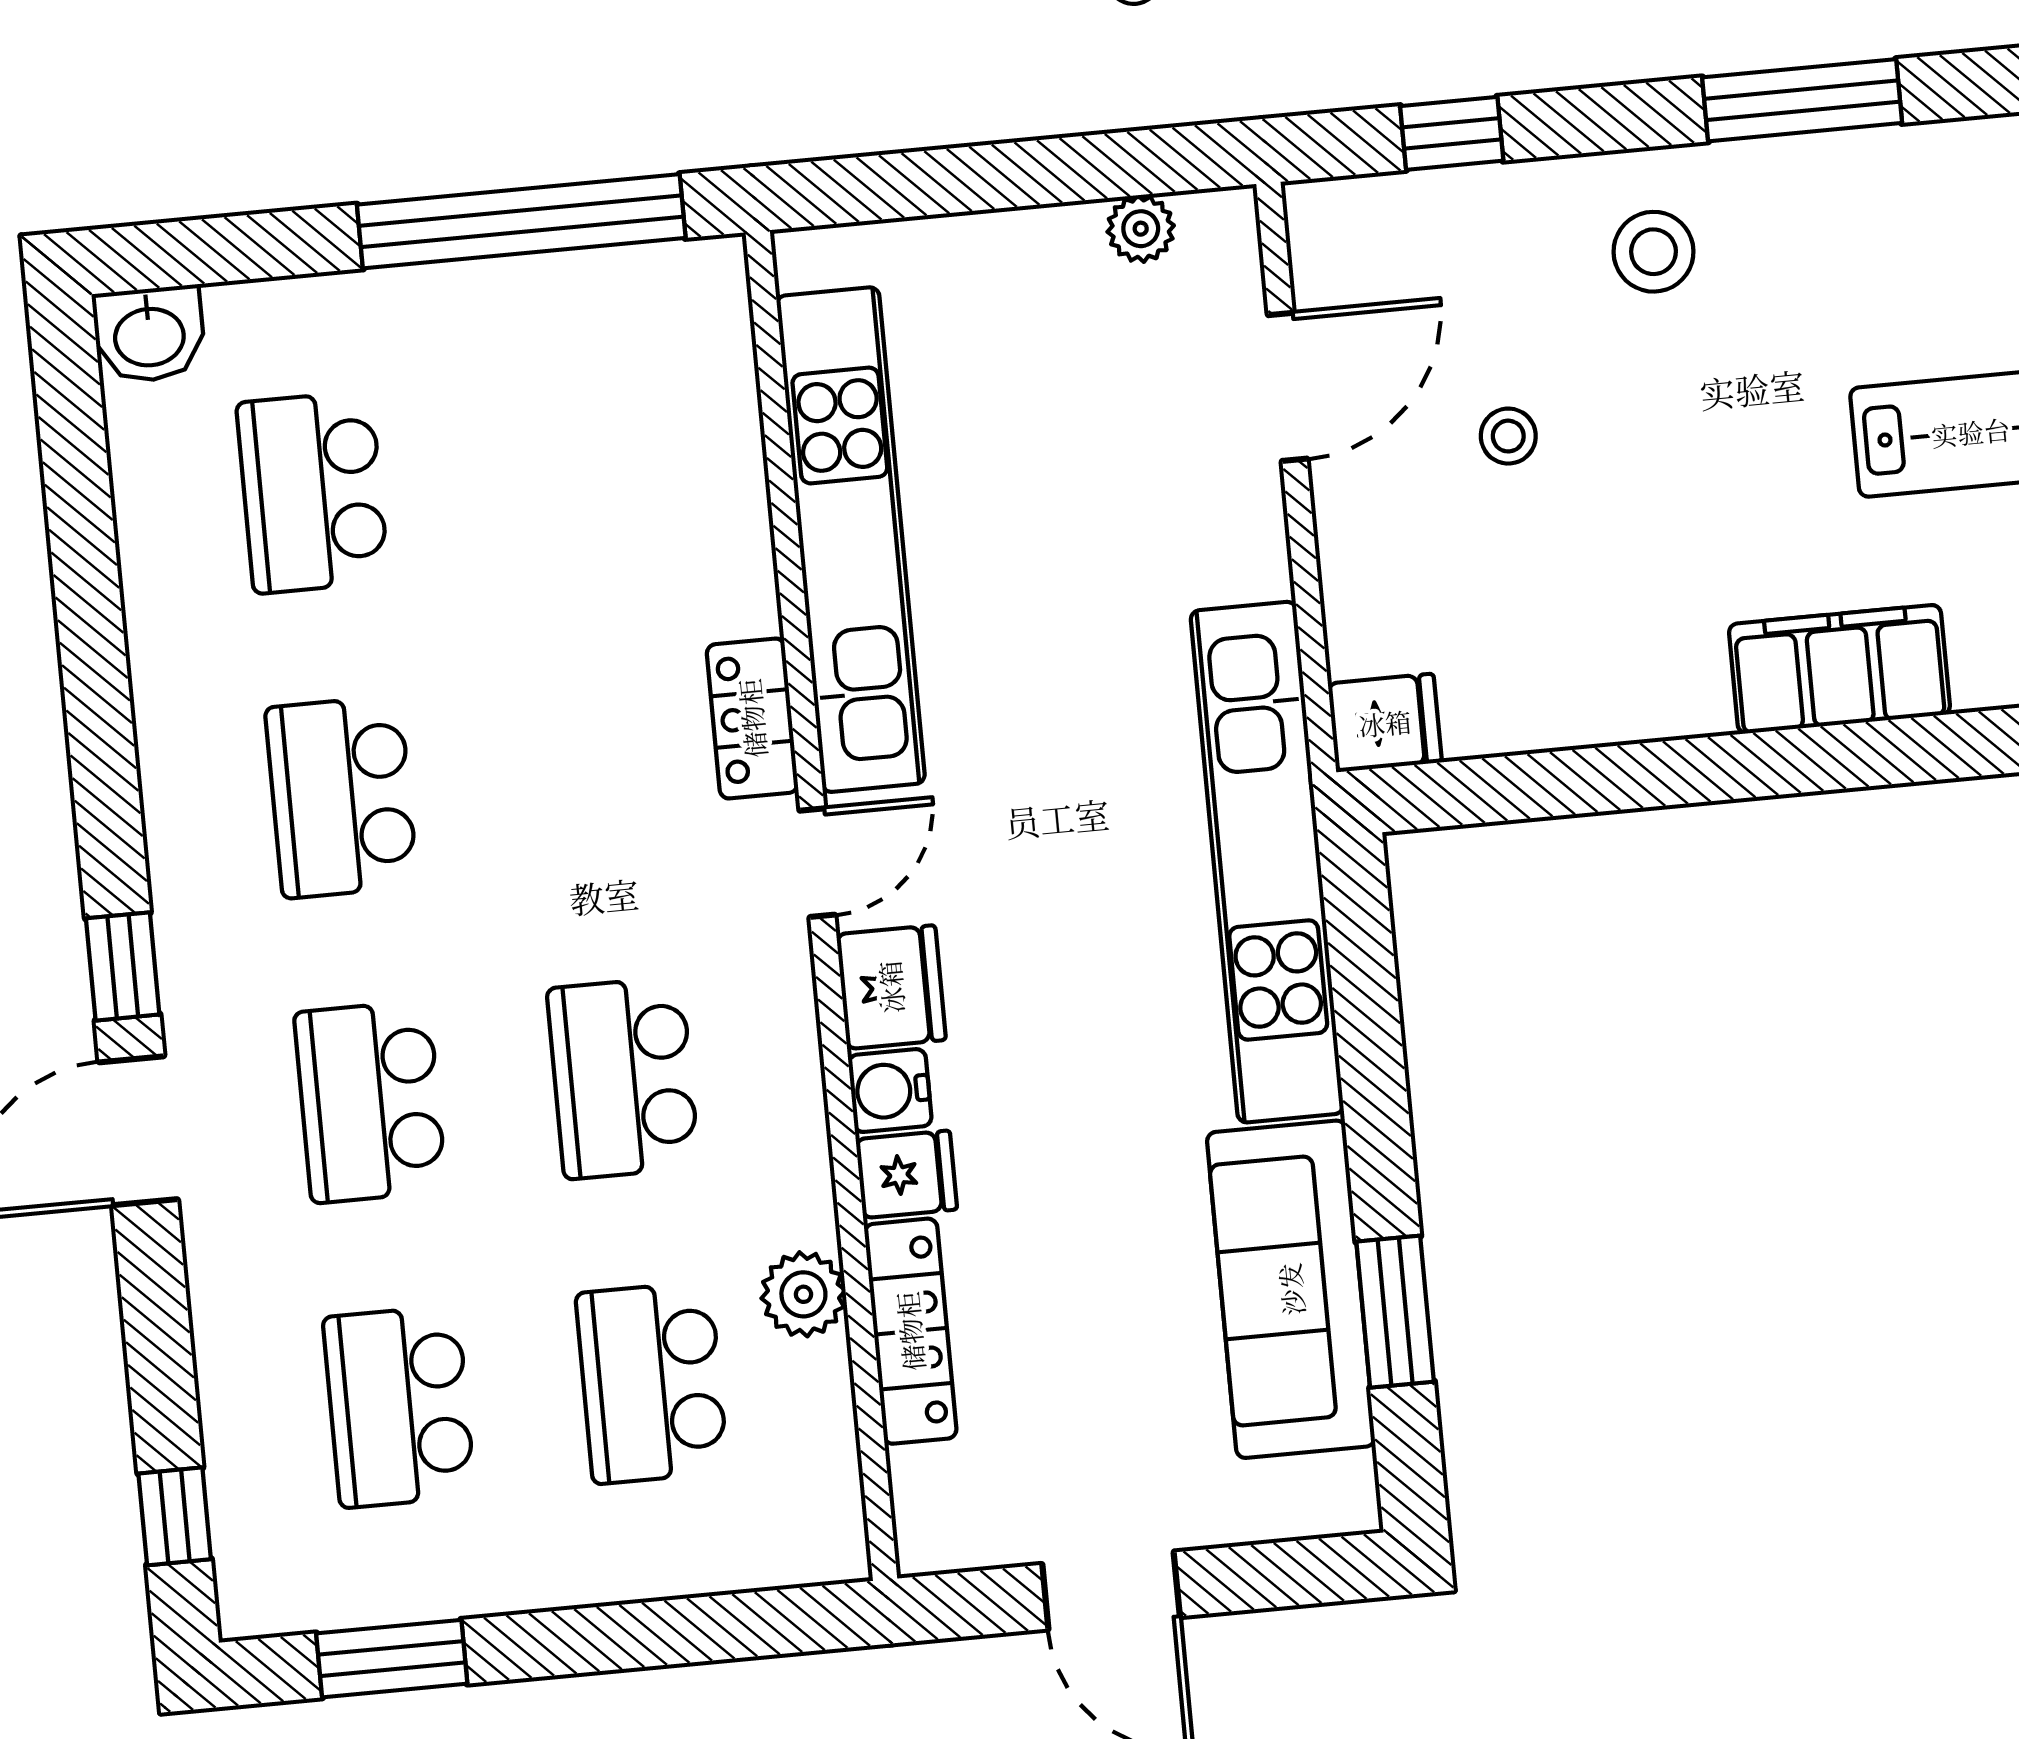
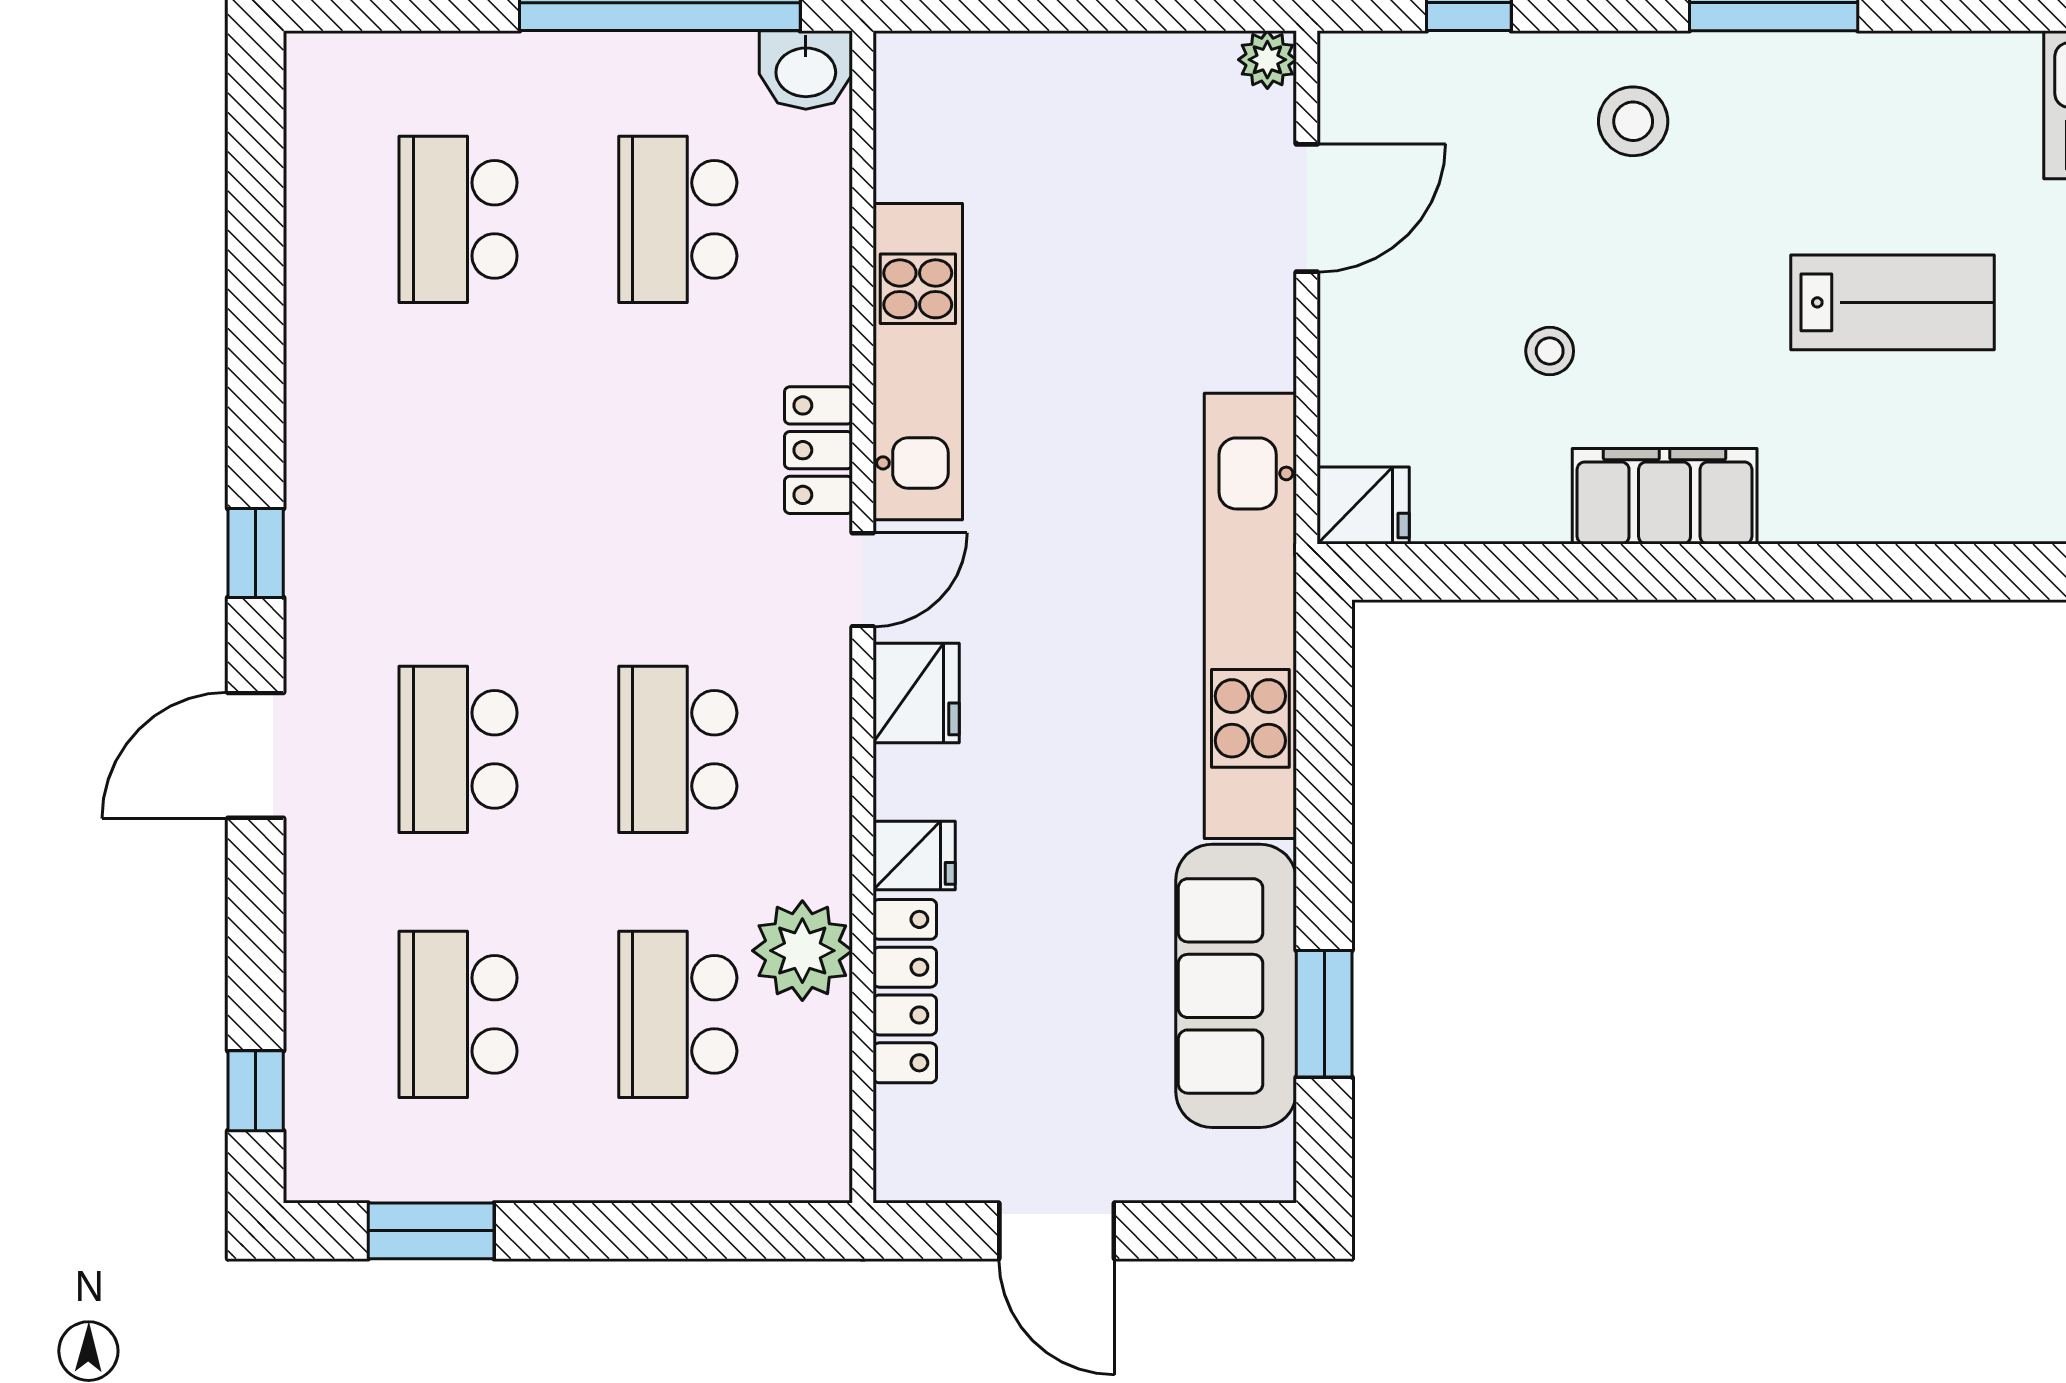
plant: (1141, 229) -> (1267, 60), moved
washbasin: (149, 334) -> (806, 70), moved
stool: (1508, 436) -> (1550, 351), moved
kitchen unit: (851, 540) -> (918, 362), width x0.73
filing cabinet: (1839, 669) -> (1665, 496), moved
school desk: (341, 797) -> (678, 219), moved
window: (123, 966) -> (256, 553), moved
water cooler: (890, 1091) -> (907, 782), removed
plant: (803, 1294) -> (802, 951), width x1.36, depth x1.36

